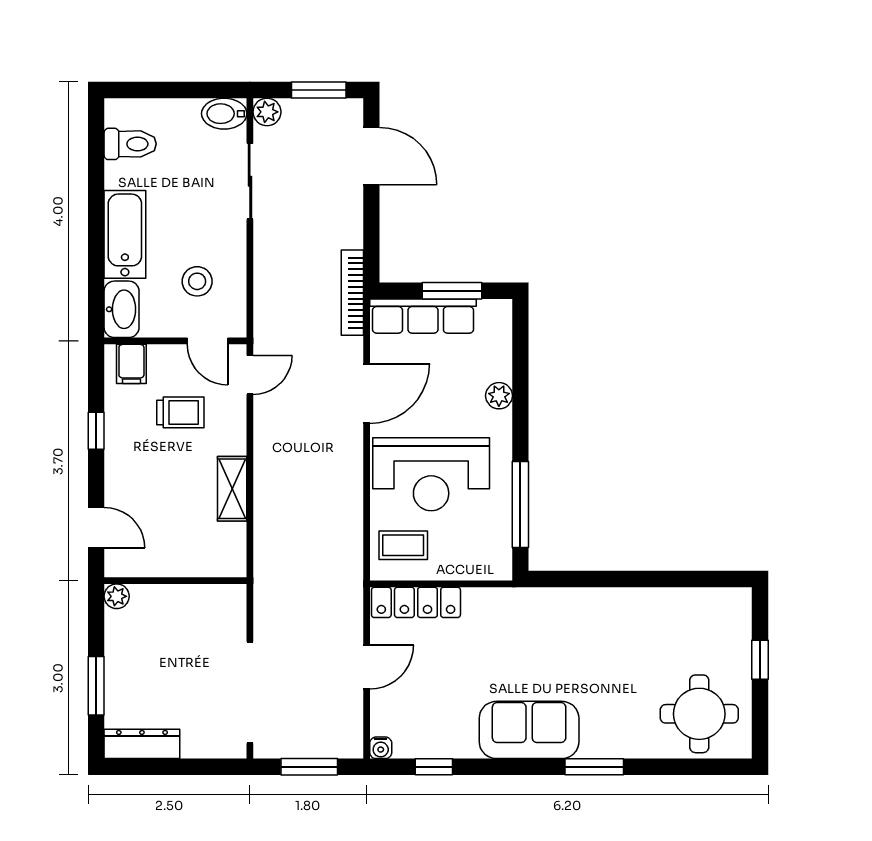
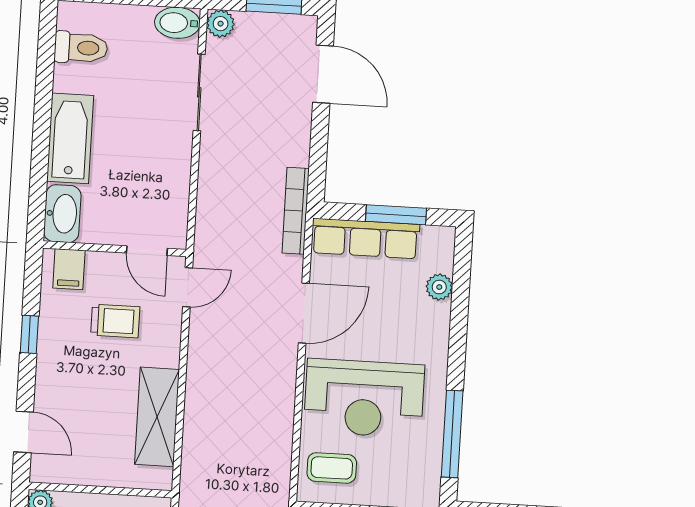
stool: (197, 281) -> (140, 190), removed
plant: (499, 396) -> (439, 287), moved
shelving: (232, 489) -> (157, 417), width x1.50, depth x1.33

